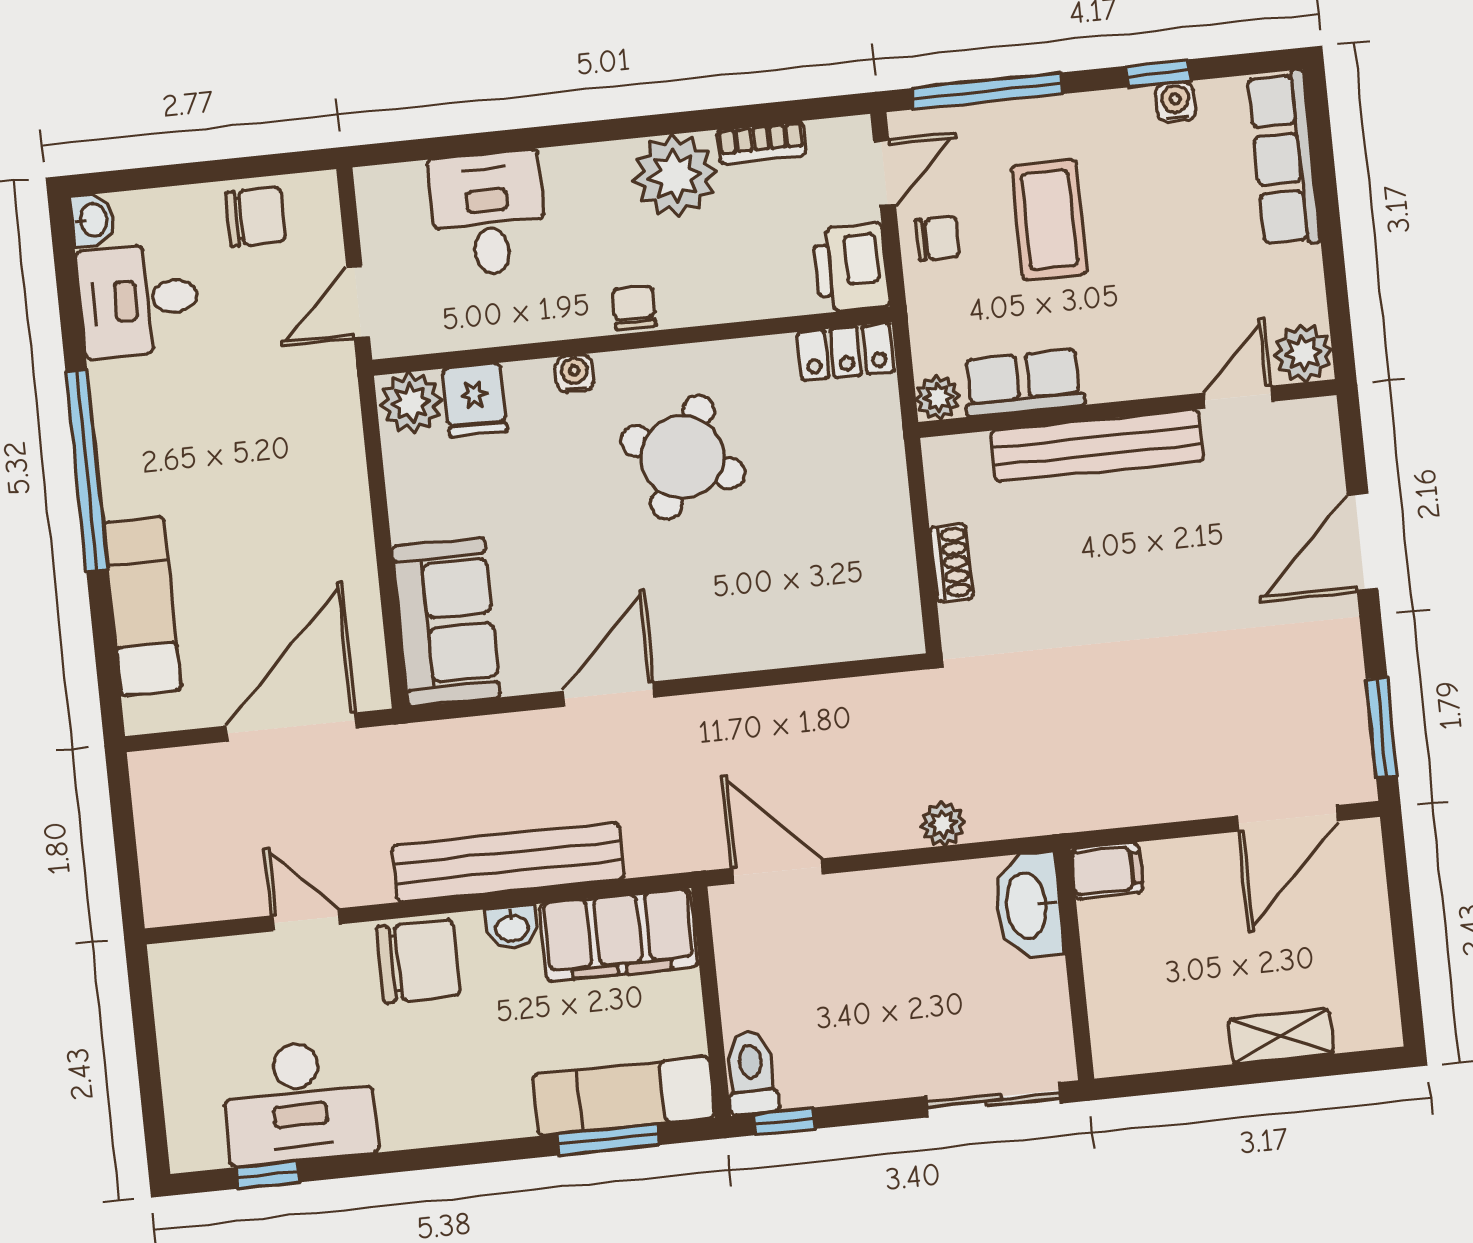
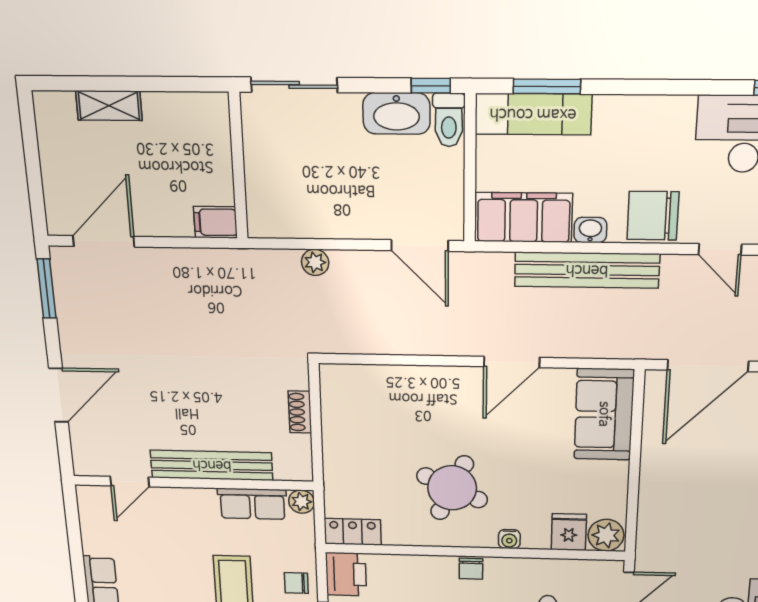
plant: (1303, 353) -> (93, 500), removed
washbasin: (1028, 905) -> (396, 113), moved, turned 90

